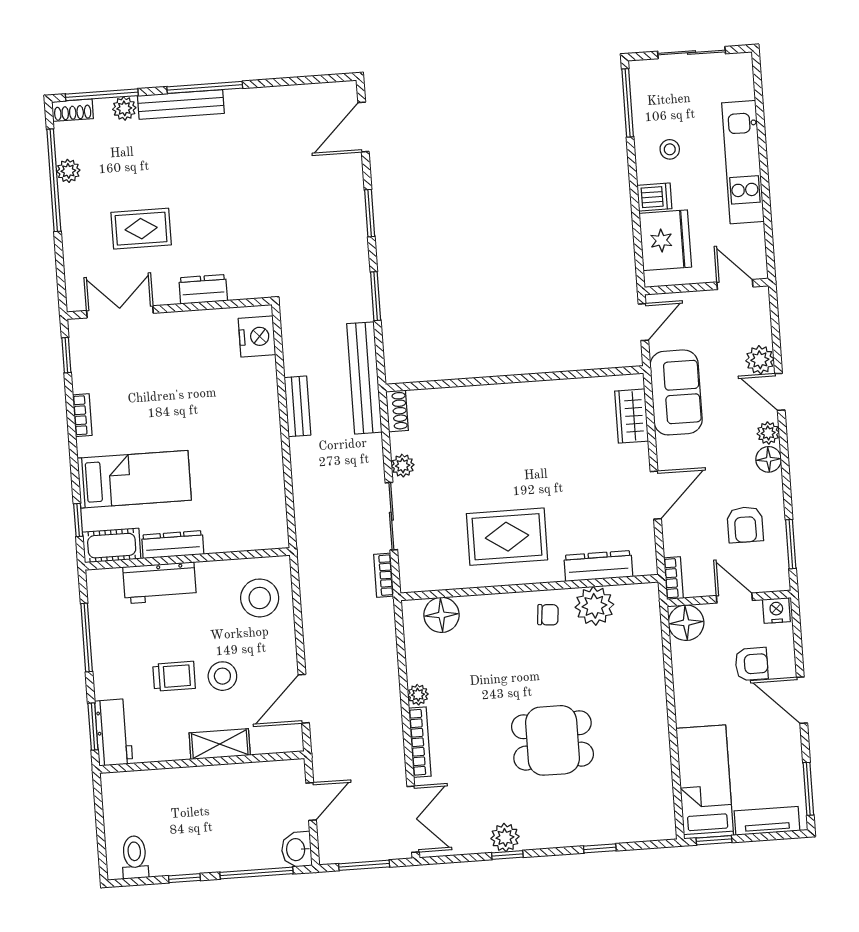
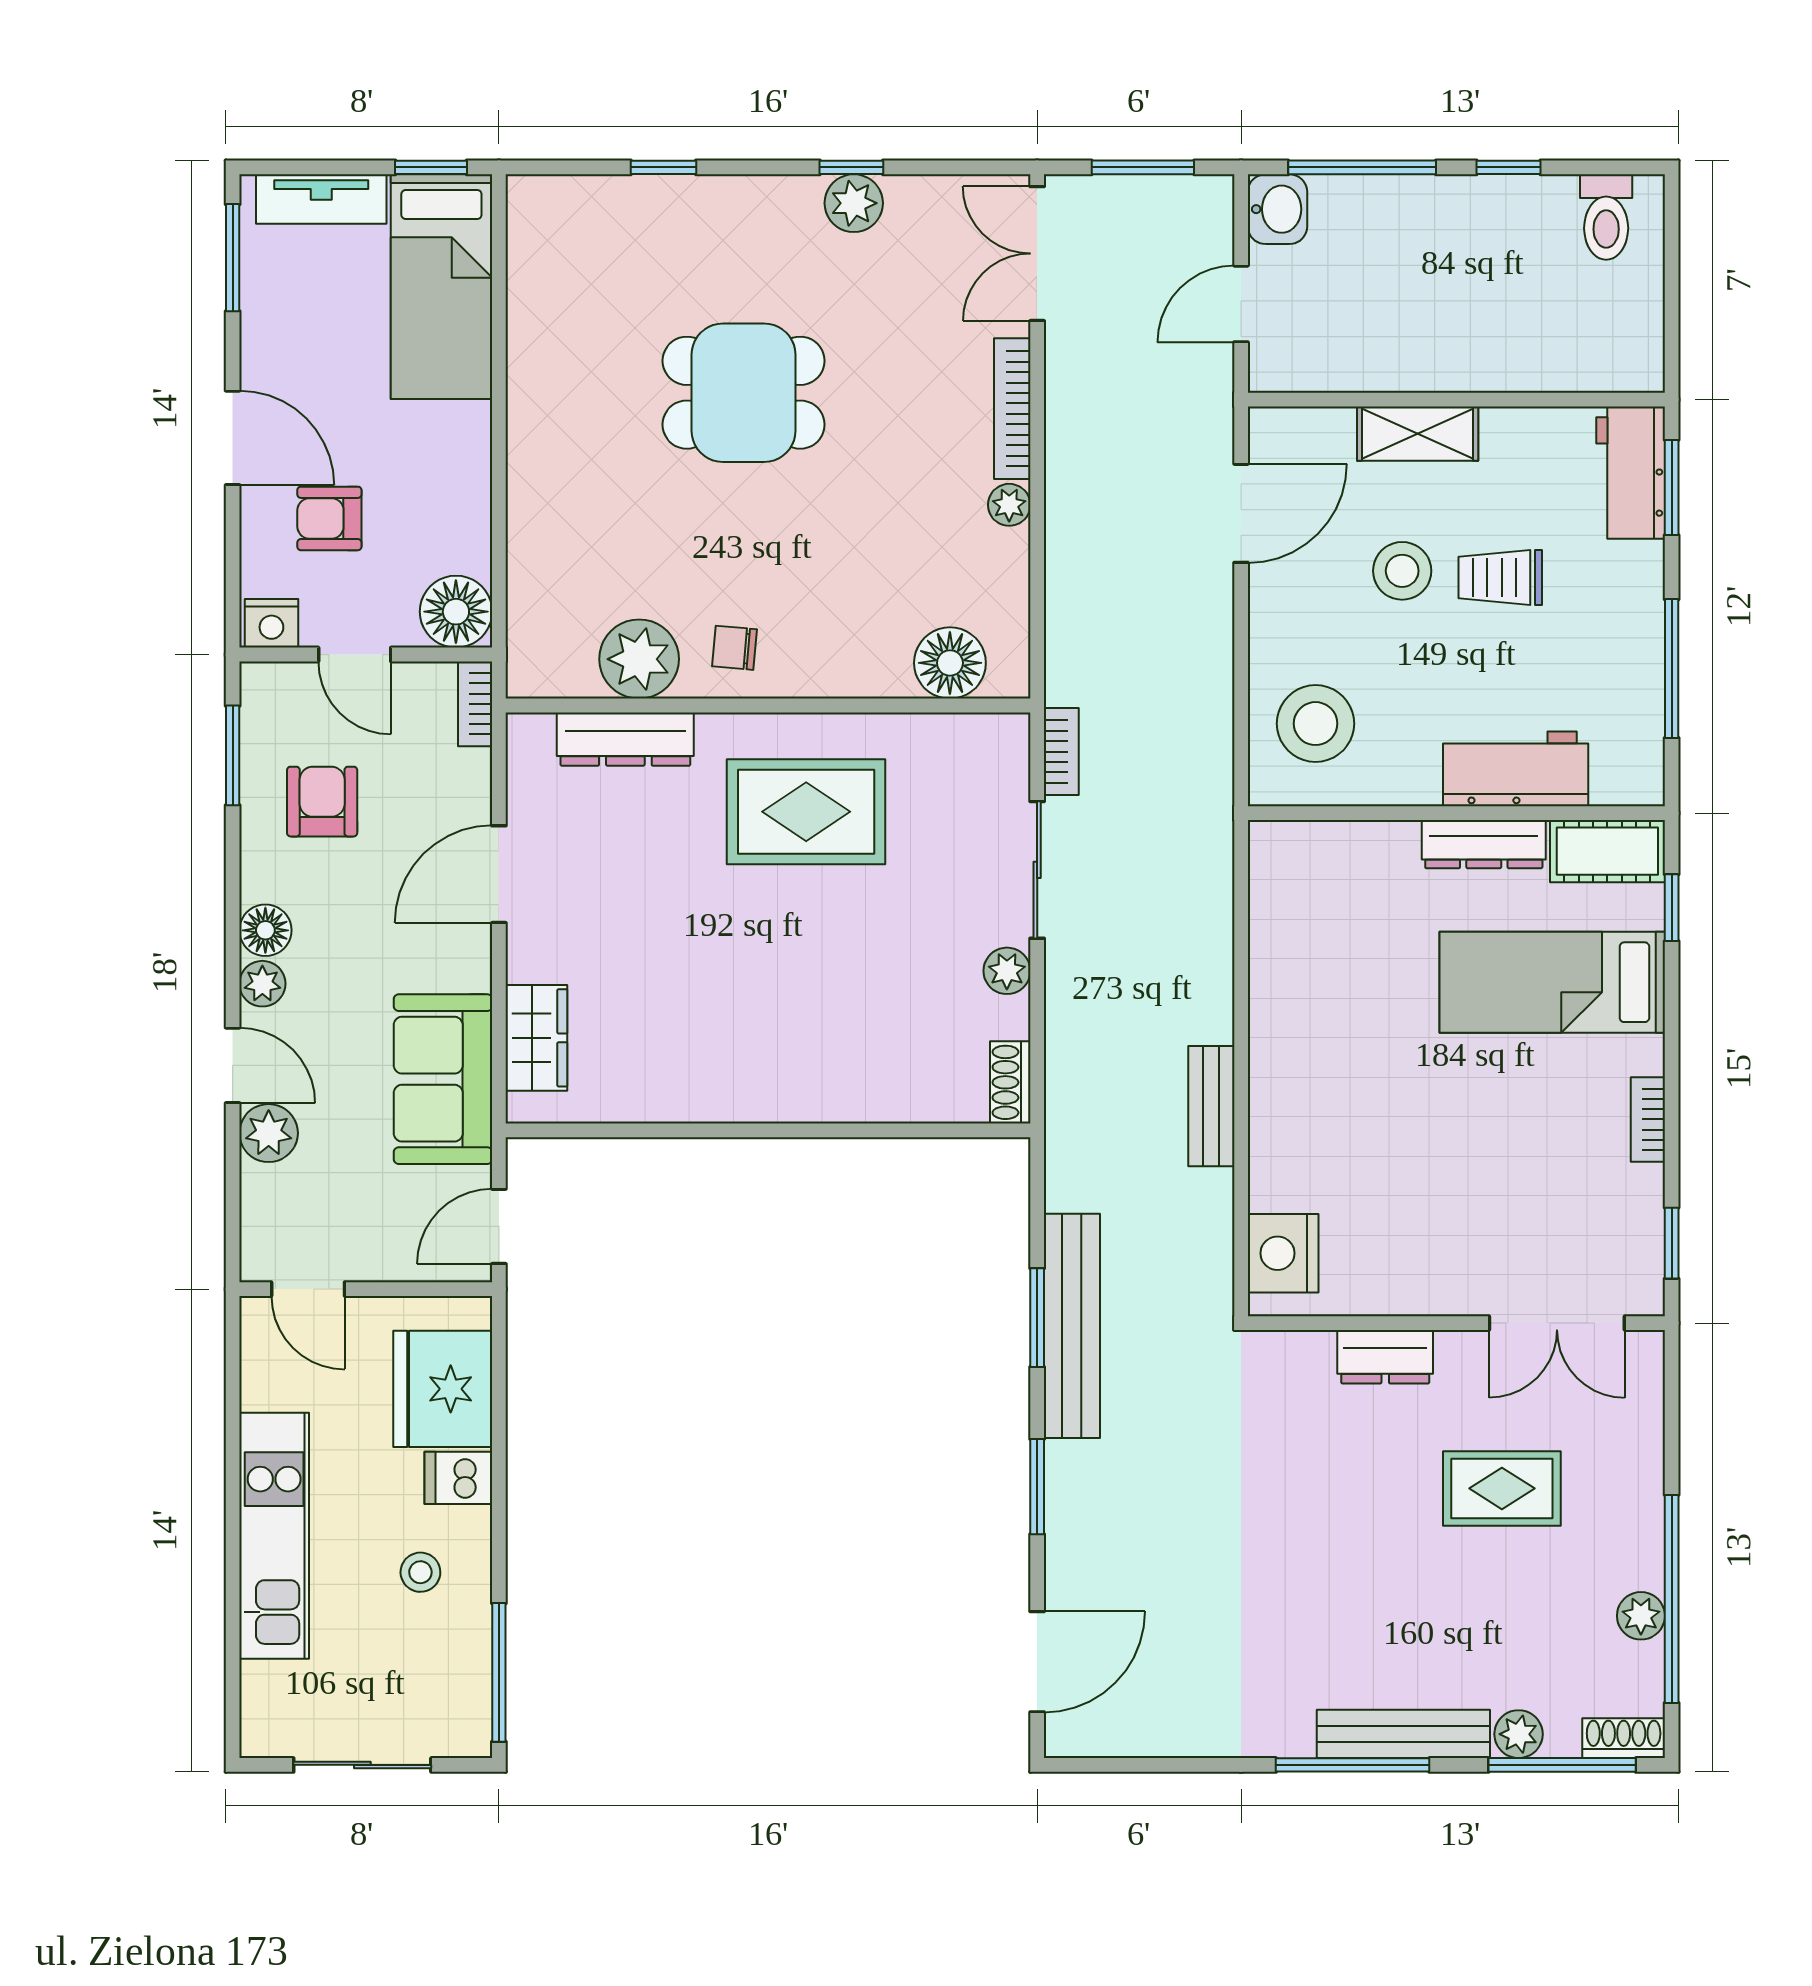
bench: (364, 378) -> (1072, 1326), moved

